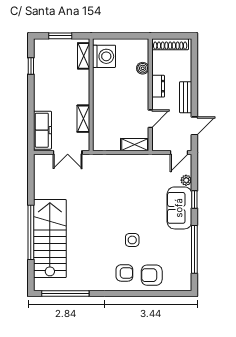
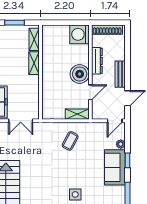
washing machine: (104, 56) -> (80, 34), moved, turned 180
boiler: (143, 68) -> (80, 74), moved, width x1.86, depth x1.86
dresser: (158, 86) -> (97, 61), width x1.44
shelving: (83, 119) -> (34, 63), moved
coffee table: (126, 176) -> (70, 141), added

